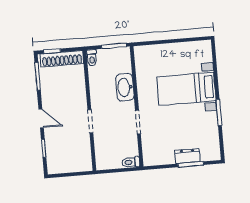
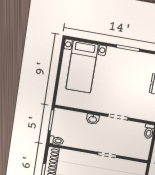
washbasin: (125, 87) -> (93, 119), width x0.52, depth x0.69
bed with nightstands: (186, 89) -> (82, 67), moved

